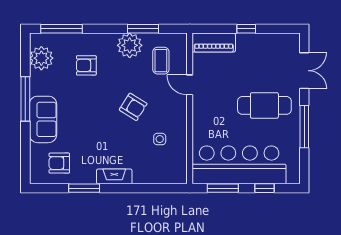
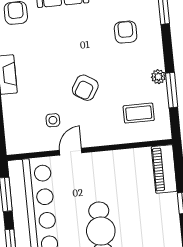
plant: (130, 45) -> (158, 77), width x0.53, depth x0.53
door: (190, 85) -> (71, 152), moved

